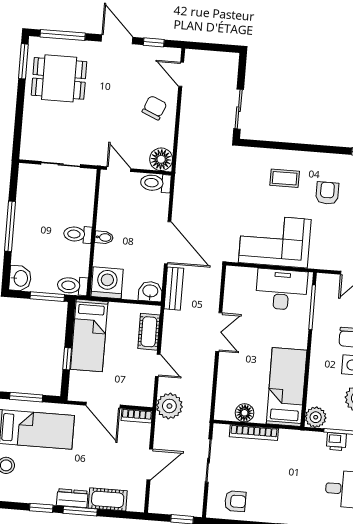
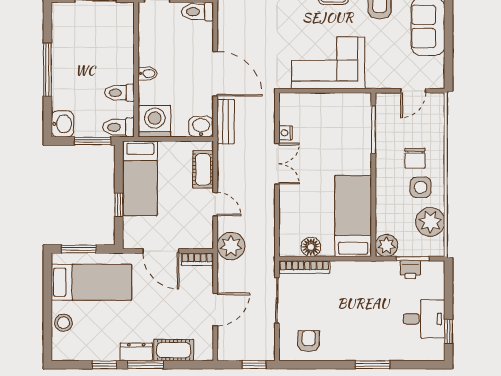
toilet: (78, 234) -> (120, 93), moved
desk: (282, 290) -> (340, 114), removed
nightstand: (229, 304) -> (286, 133), added
bookcase: (254, 433) -> (304, 267), moved
armchair: (235, 501) -> (309, 341), turned -90

